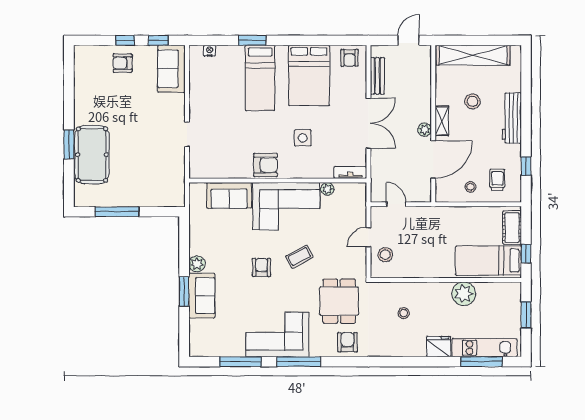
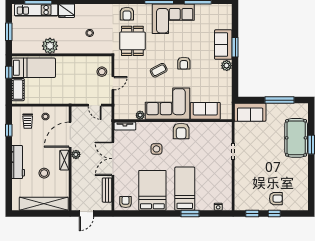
sofa: (171, 69) -> (250, 112), moved, turned 90
armchair: (266, 165) -> (181, 131), turned -90

